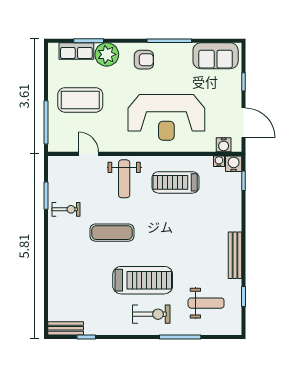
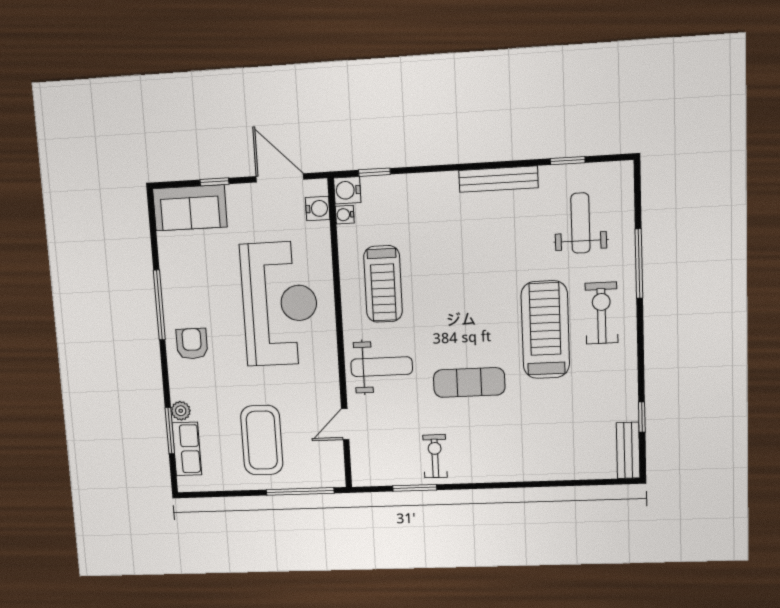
plant: (107, 54) -> (181, 411), width x0.53, depth x0.53
sofa: (216, 56) -> (190, 208), moved, turned 90
door: (243, 123) -> (280, 178), hinge flipped
exercise mat: (112, 233) -> (469, 382), turned 90

